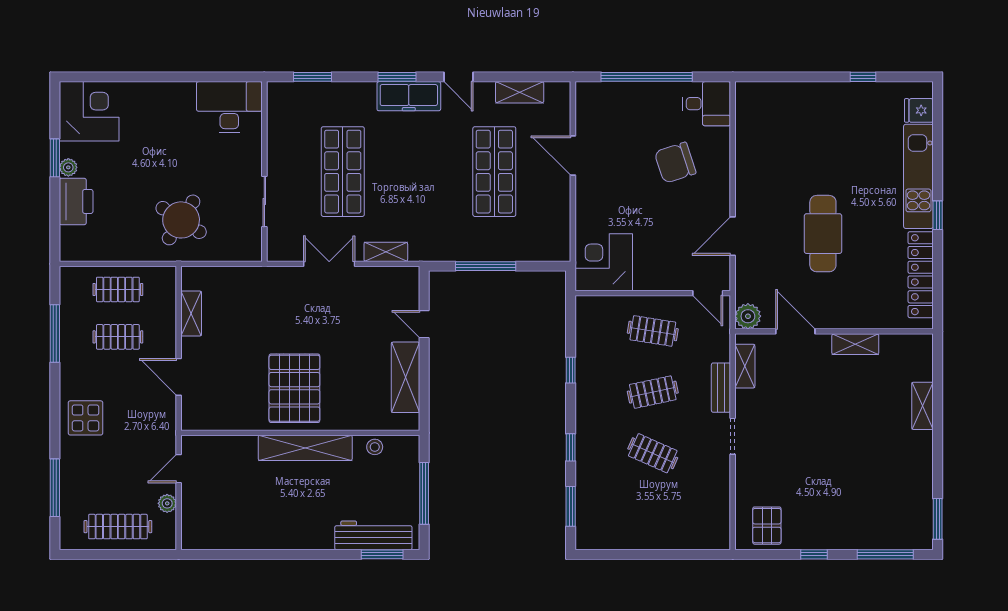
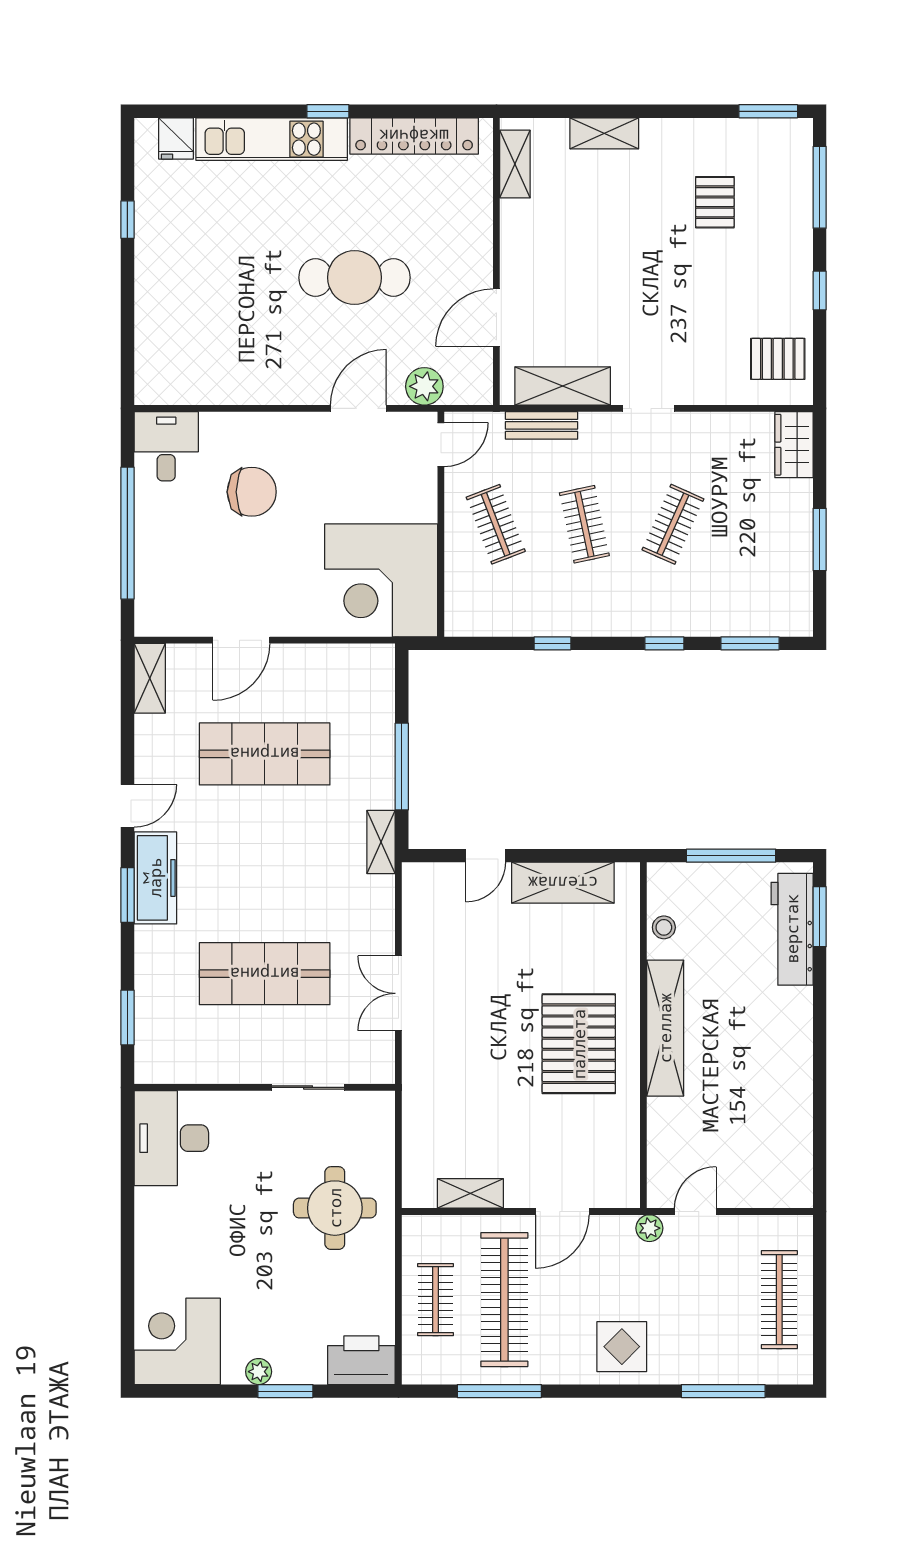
shelving: (520, 92) -> (150, 678), moved
window: (55, 158) -> (285, 1391), moved
chair: (675, 163) -> (252, 492), turned -72
printer: (76, 201) -> (361, 1360), moved
round table: (181, 220) -> (335, 1208), turned -33
door: (733, 236) -> (358, 408), swing flipped
shelving: (386, 252) -> (381, 842), moved
corner desk: (604, 262) -> (381, 580), width x1.36, depth x1.36
plant: (748, 316) -> (424, 386), moved
clothes rail: (653, 331) -> (496, 524), turned -30
clothes rail: (118, 337) -> (504, 1300), width x1.86, depth x1.31
shelving: (855, 344) -> (515, 164), moved
shelving: (745, 366) -> (563, 386), width x1.50, depth x1.33
pallet: (294, 388) -> (579, 1044), turned 90
bench: (721, 388) -> (542, 425), moved
door: (179, 469) -> (695, 1211), swing flipped
pallet: (875, 482) -> (715, 202), added
plant: (167, 503) -> (649, 1228), moved
wardrobe: (708, 537) -> (794, 445), added
window: (642, 554) -> (820, 539), added

